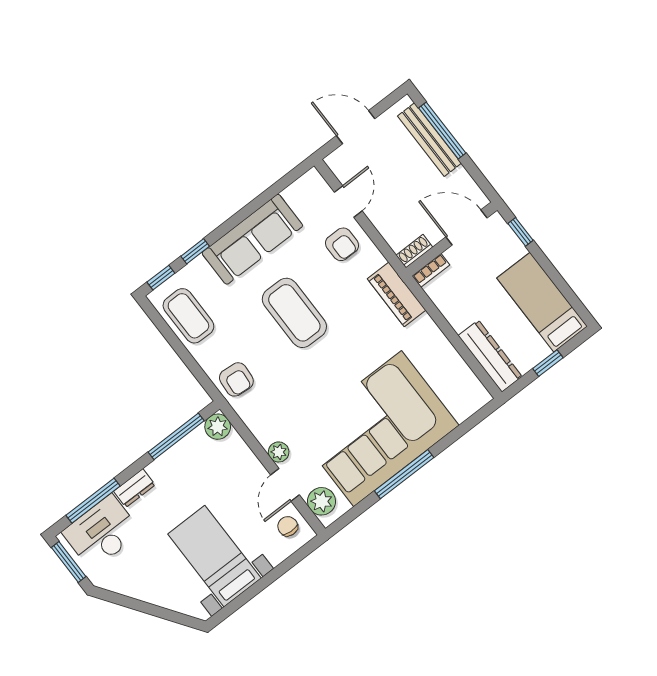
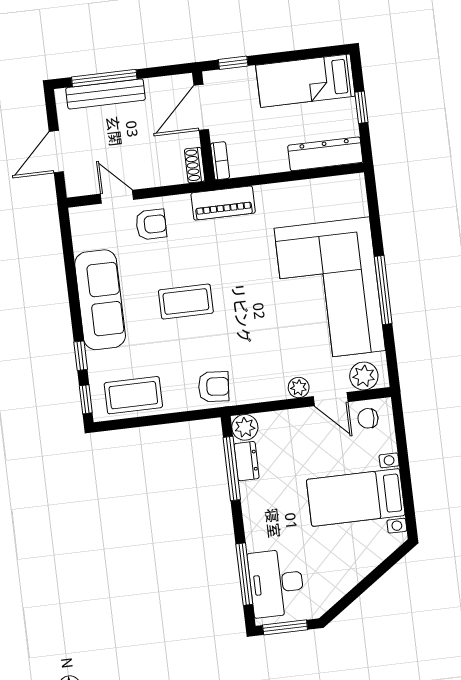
coffee table: (294, 313) -> (186, 302), width x0.73, depth x0.76
dresser: (134, 488) -> (247, 461), moved

